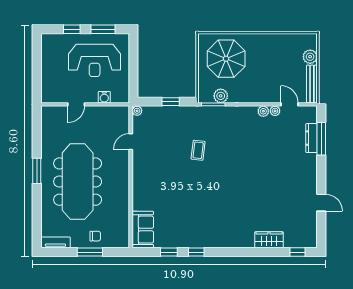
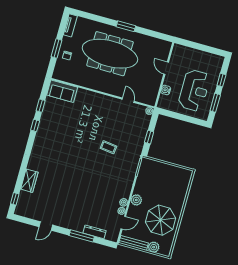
parasol: (226, 59) -> (161, 220), moved
reception desk: (95, 60) -> (194, 90), turned 180
plant: (221, 96) -> (136, 200), moved
window: (321, 139) -> (82, 236), moved

